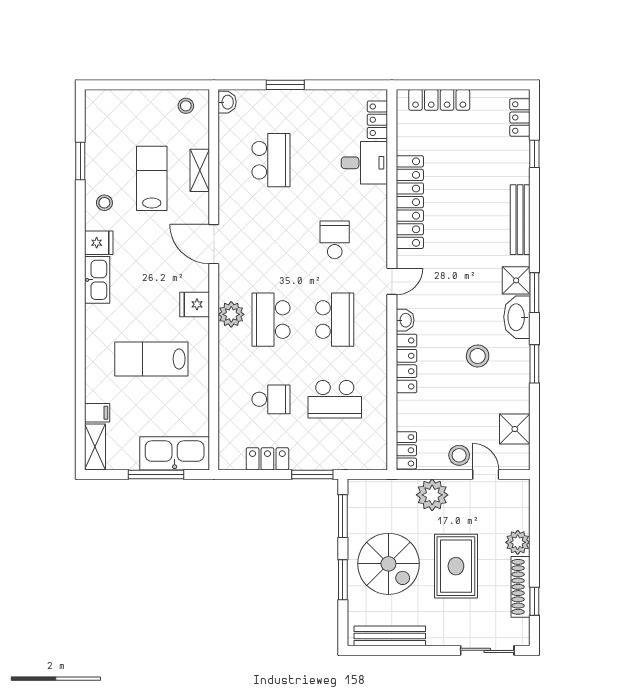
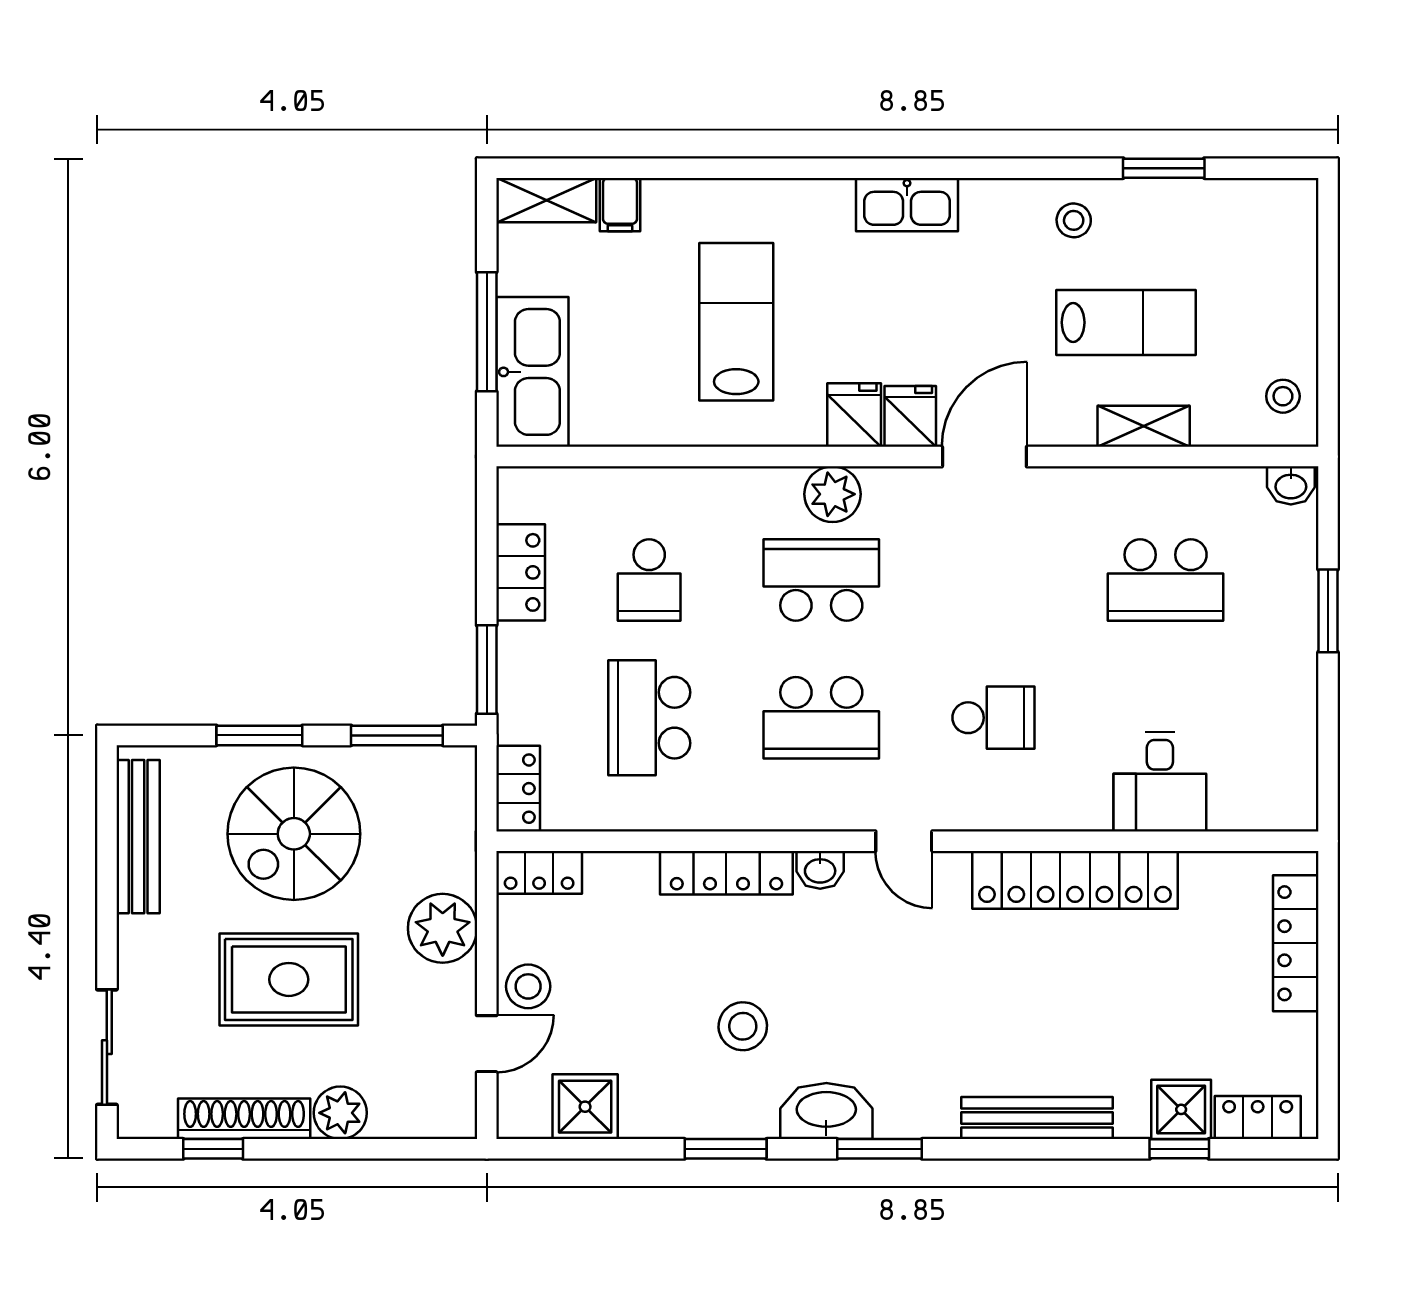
locker: (377, 120) -> (518, 789), moved, turned 90
fridge: (99, 243) -> (910, 416), moved, turned 180
shower: (516, 280) -> (1181, 1109), moved

